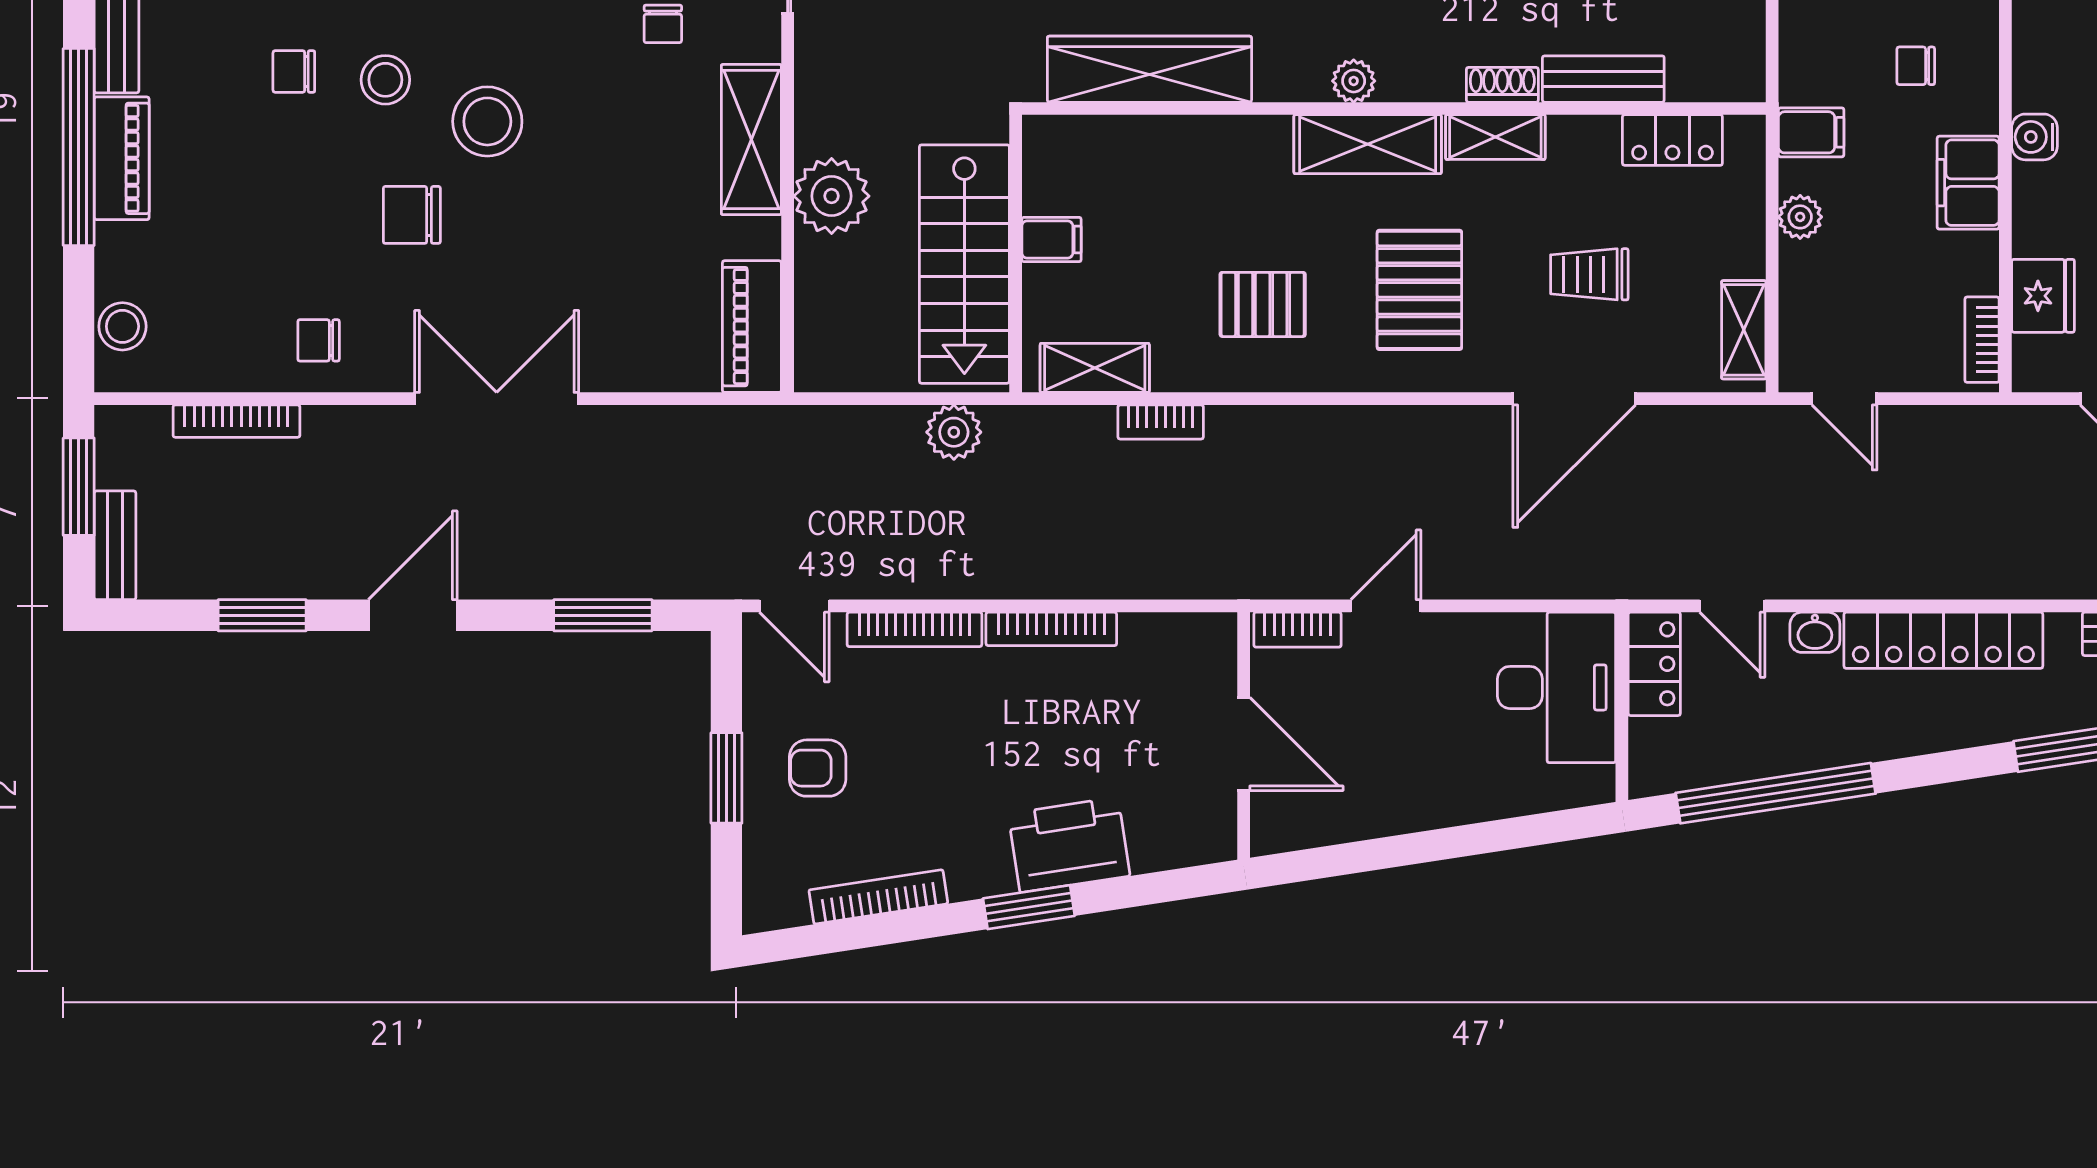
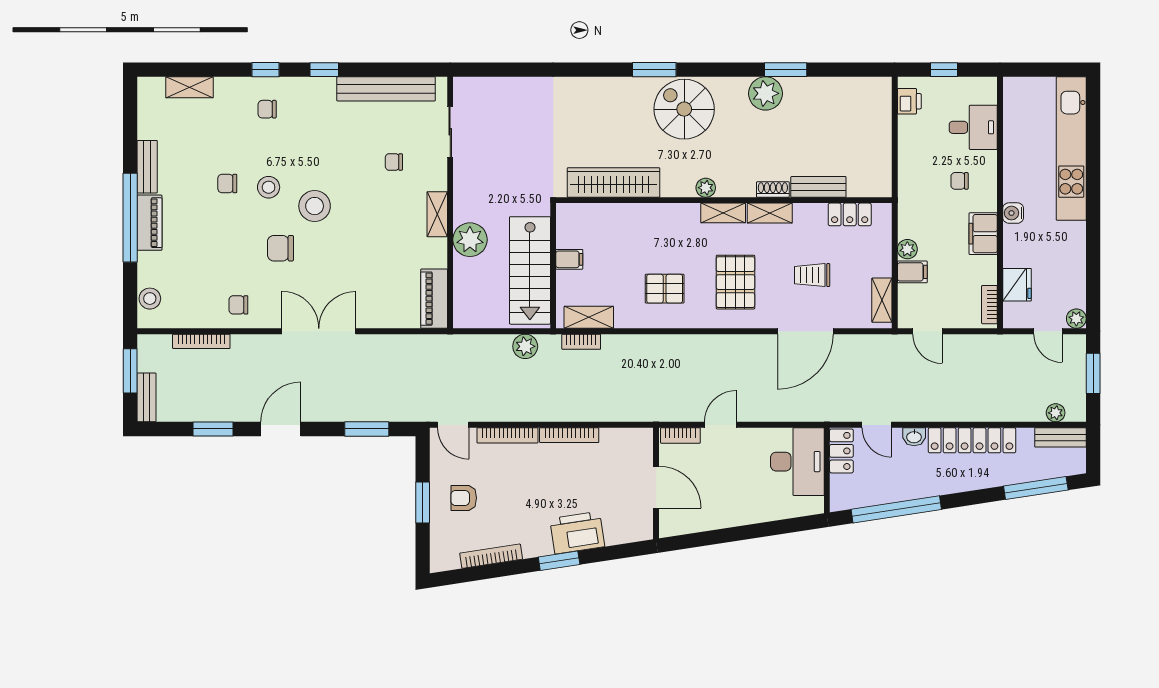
chair: (663, 24) -> (394, 162), turned 90
filing cabinet: (1811, 132) -> (912, 272), moved
shelving: (751, 140) -> (437, 214), width x0.67, depth x0.75
shelving: (1368, 144) -> (723, 213), width x0.67, depth x0.75
bookcase: (1161, 422) -> (581, 342), moved

